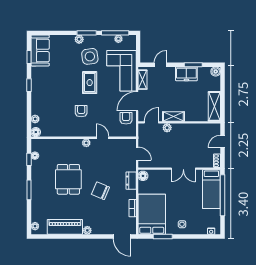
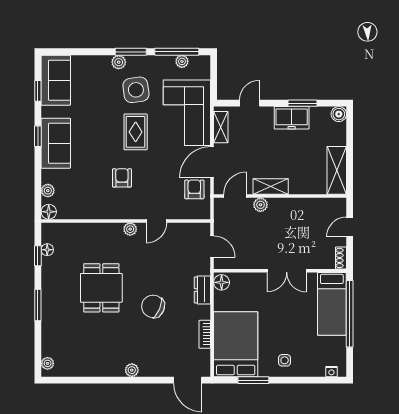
sofa: (40, 90) -> (56, 143), added
door: (103, 138) -> (156, 221), swing flipped
piano: (65, 227) -> (96, 365), removed

